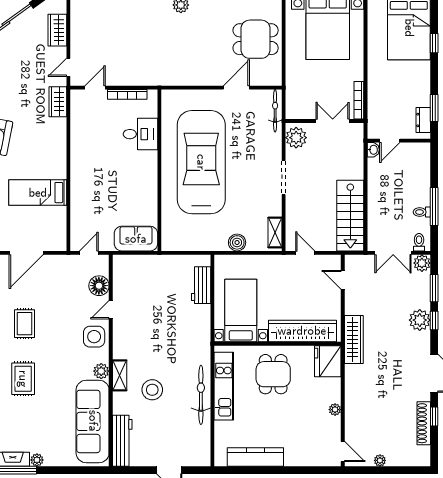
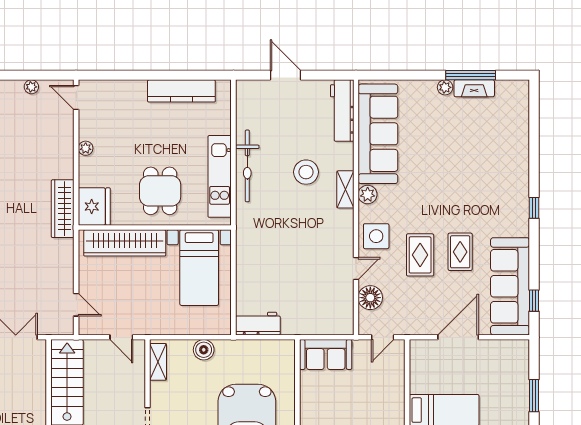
workbench: (201, 285) -> (258, 324), moved, turned -90
wardrobe: (354, 339) -> (63, 209), moved
rug: (23, 379) -> (420, 255), moved

